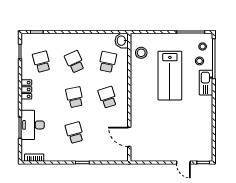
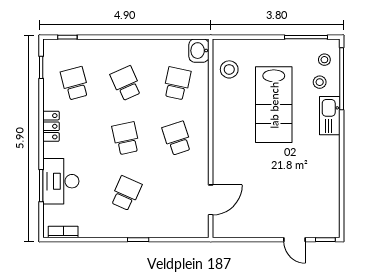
school desk: (75, 133) -> (126, 193), turned 39
door: (129, 137) -> (211, 200), swing flipped

